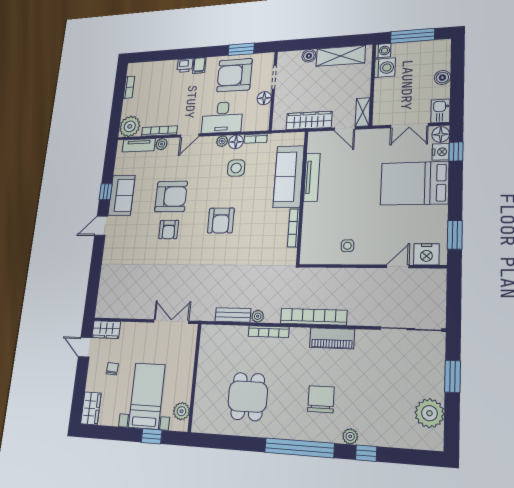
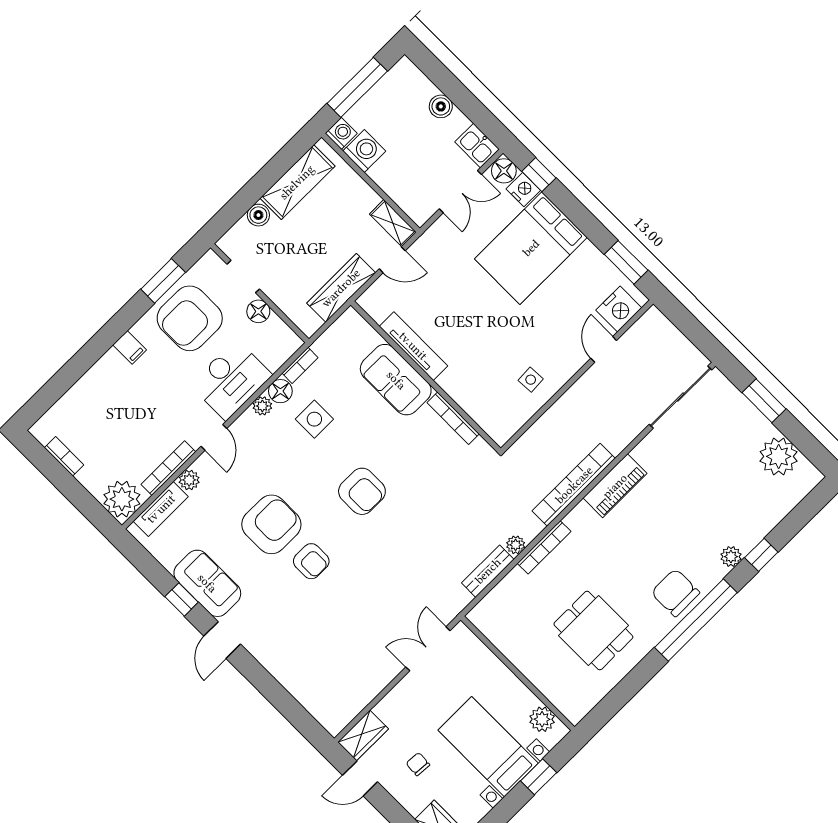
printer: (185, 65) -> (110, 364), removed
sofa: (289, 177) -> (396, 380), width x0.73
chair: (321, 399) -> (675, 593), moved

